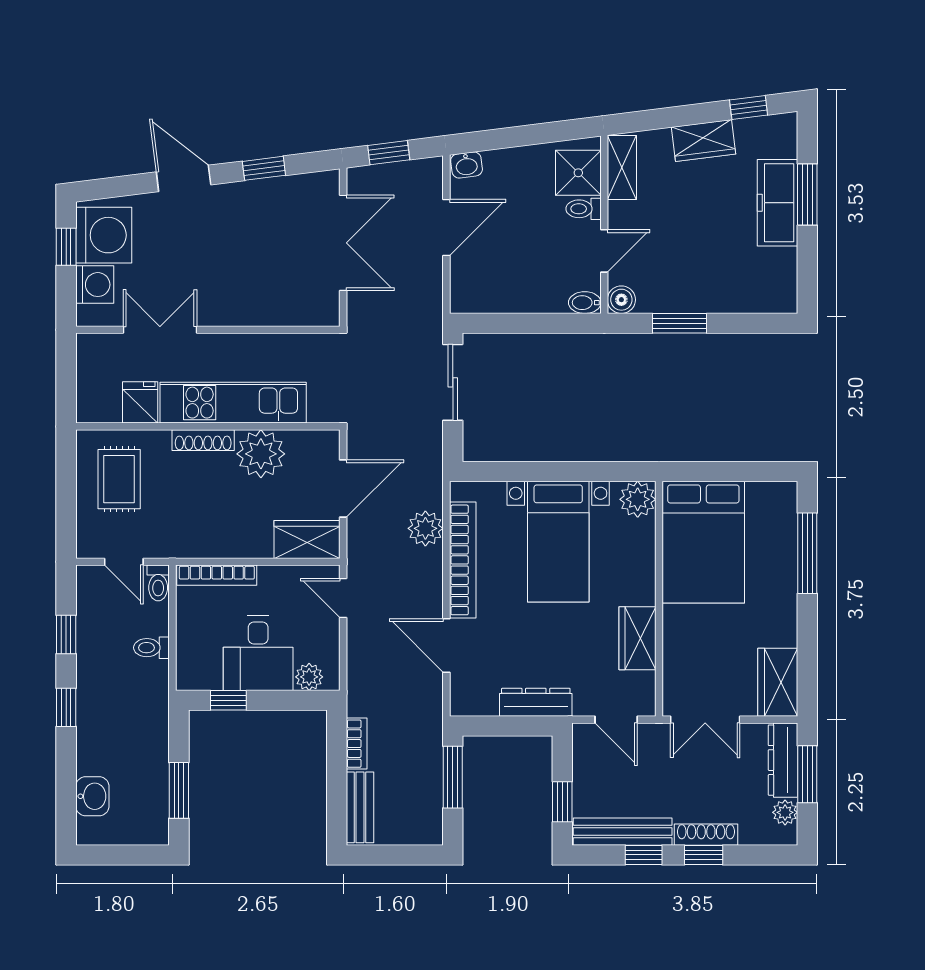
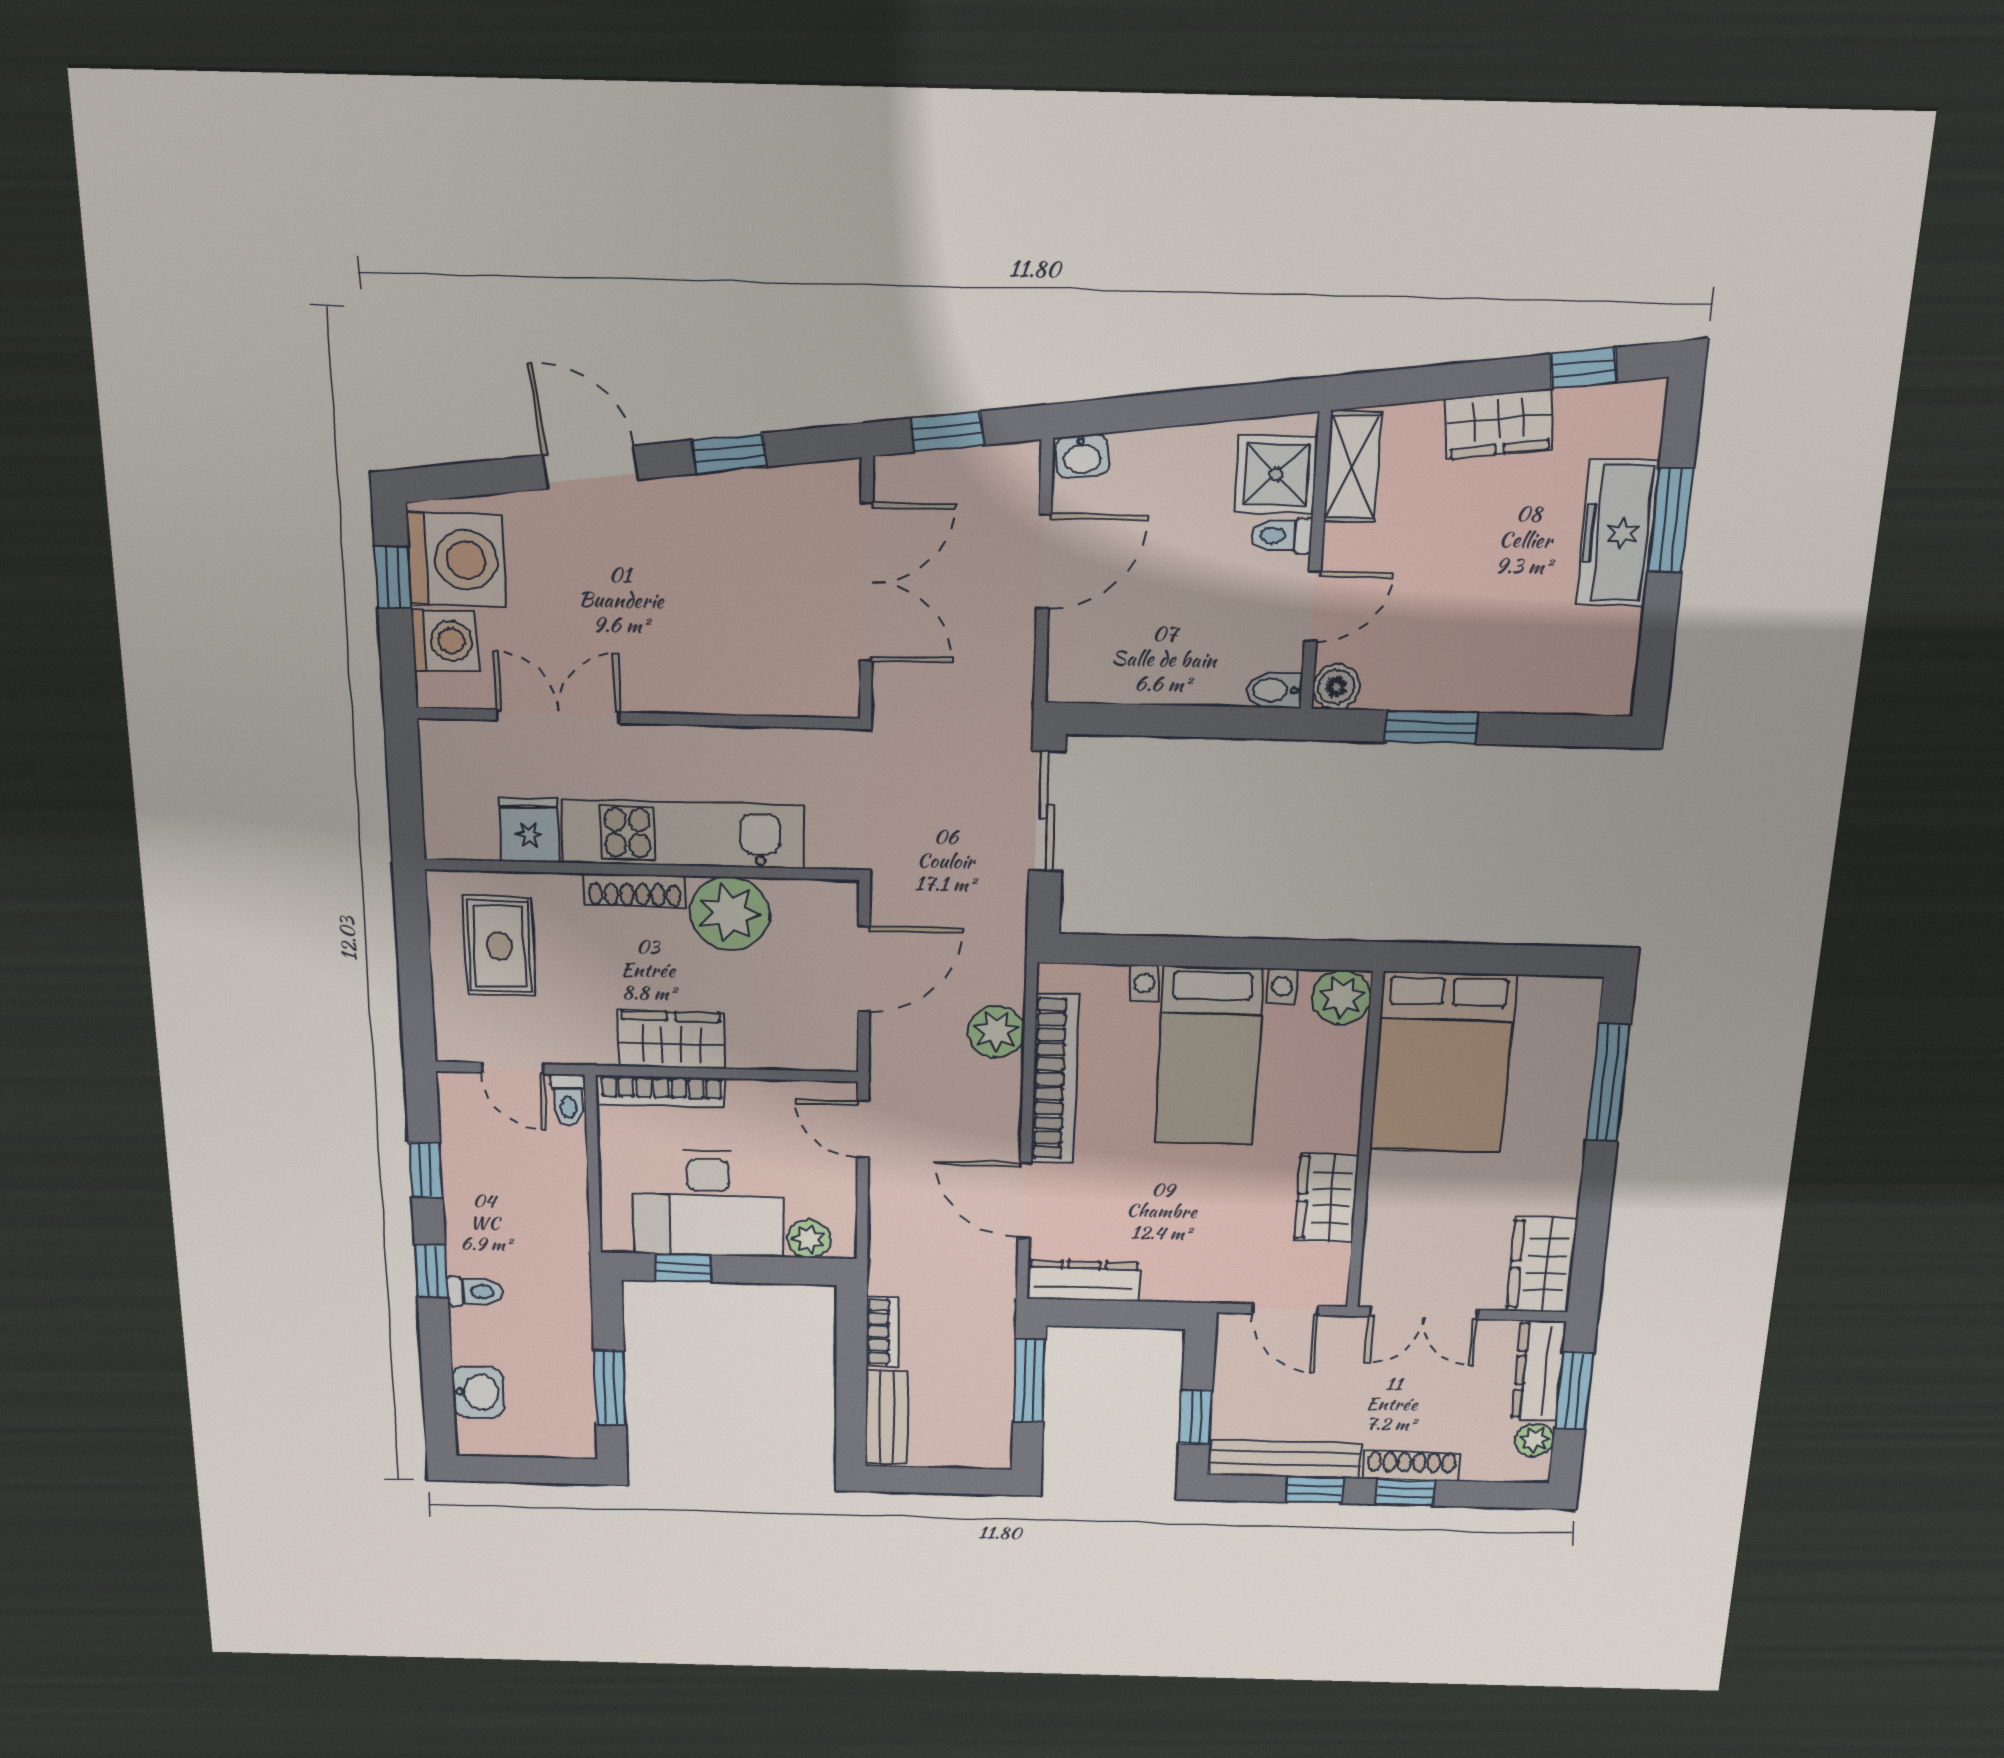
wardrobe: (307, 539) -> (672, 1040), moved
toilet: (151, 648) -> (475, 1291), moved, turned 180
desk: (258, 653) -> (708, 1203), width x1.37
dresser: (536, 702) -> (1084, 1281), moved

